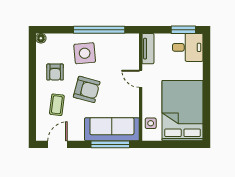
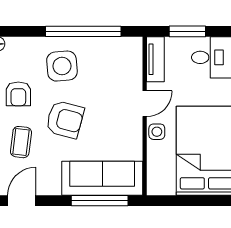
window: (183, 30) -> (187, 31), moved
door: (141, 79) -> (145, 104), swing flipped
side table: (151, 123) -> (157, 132), moved

